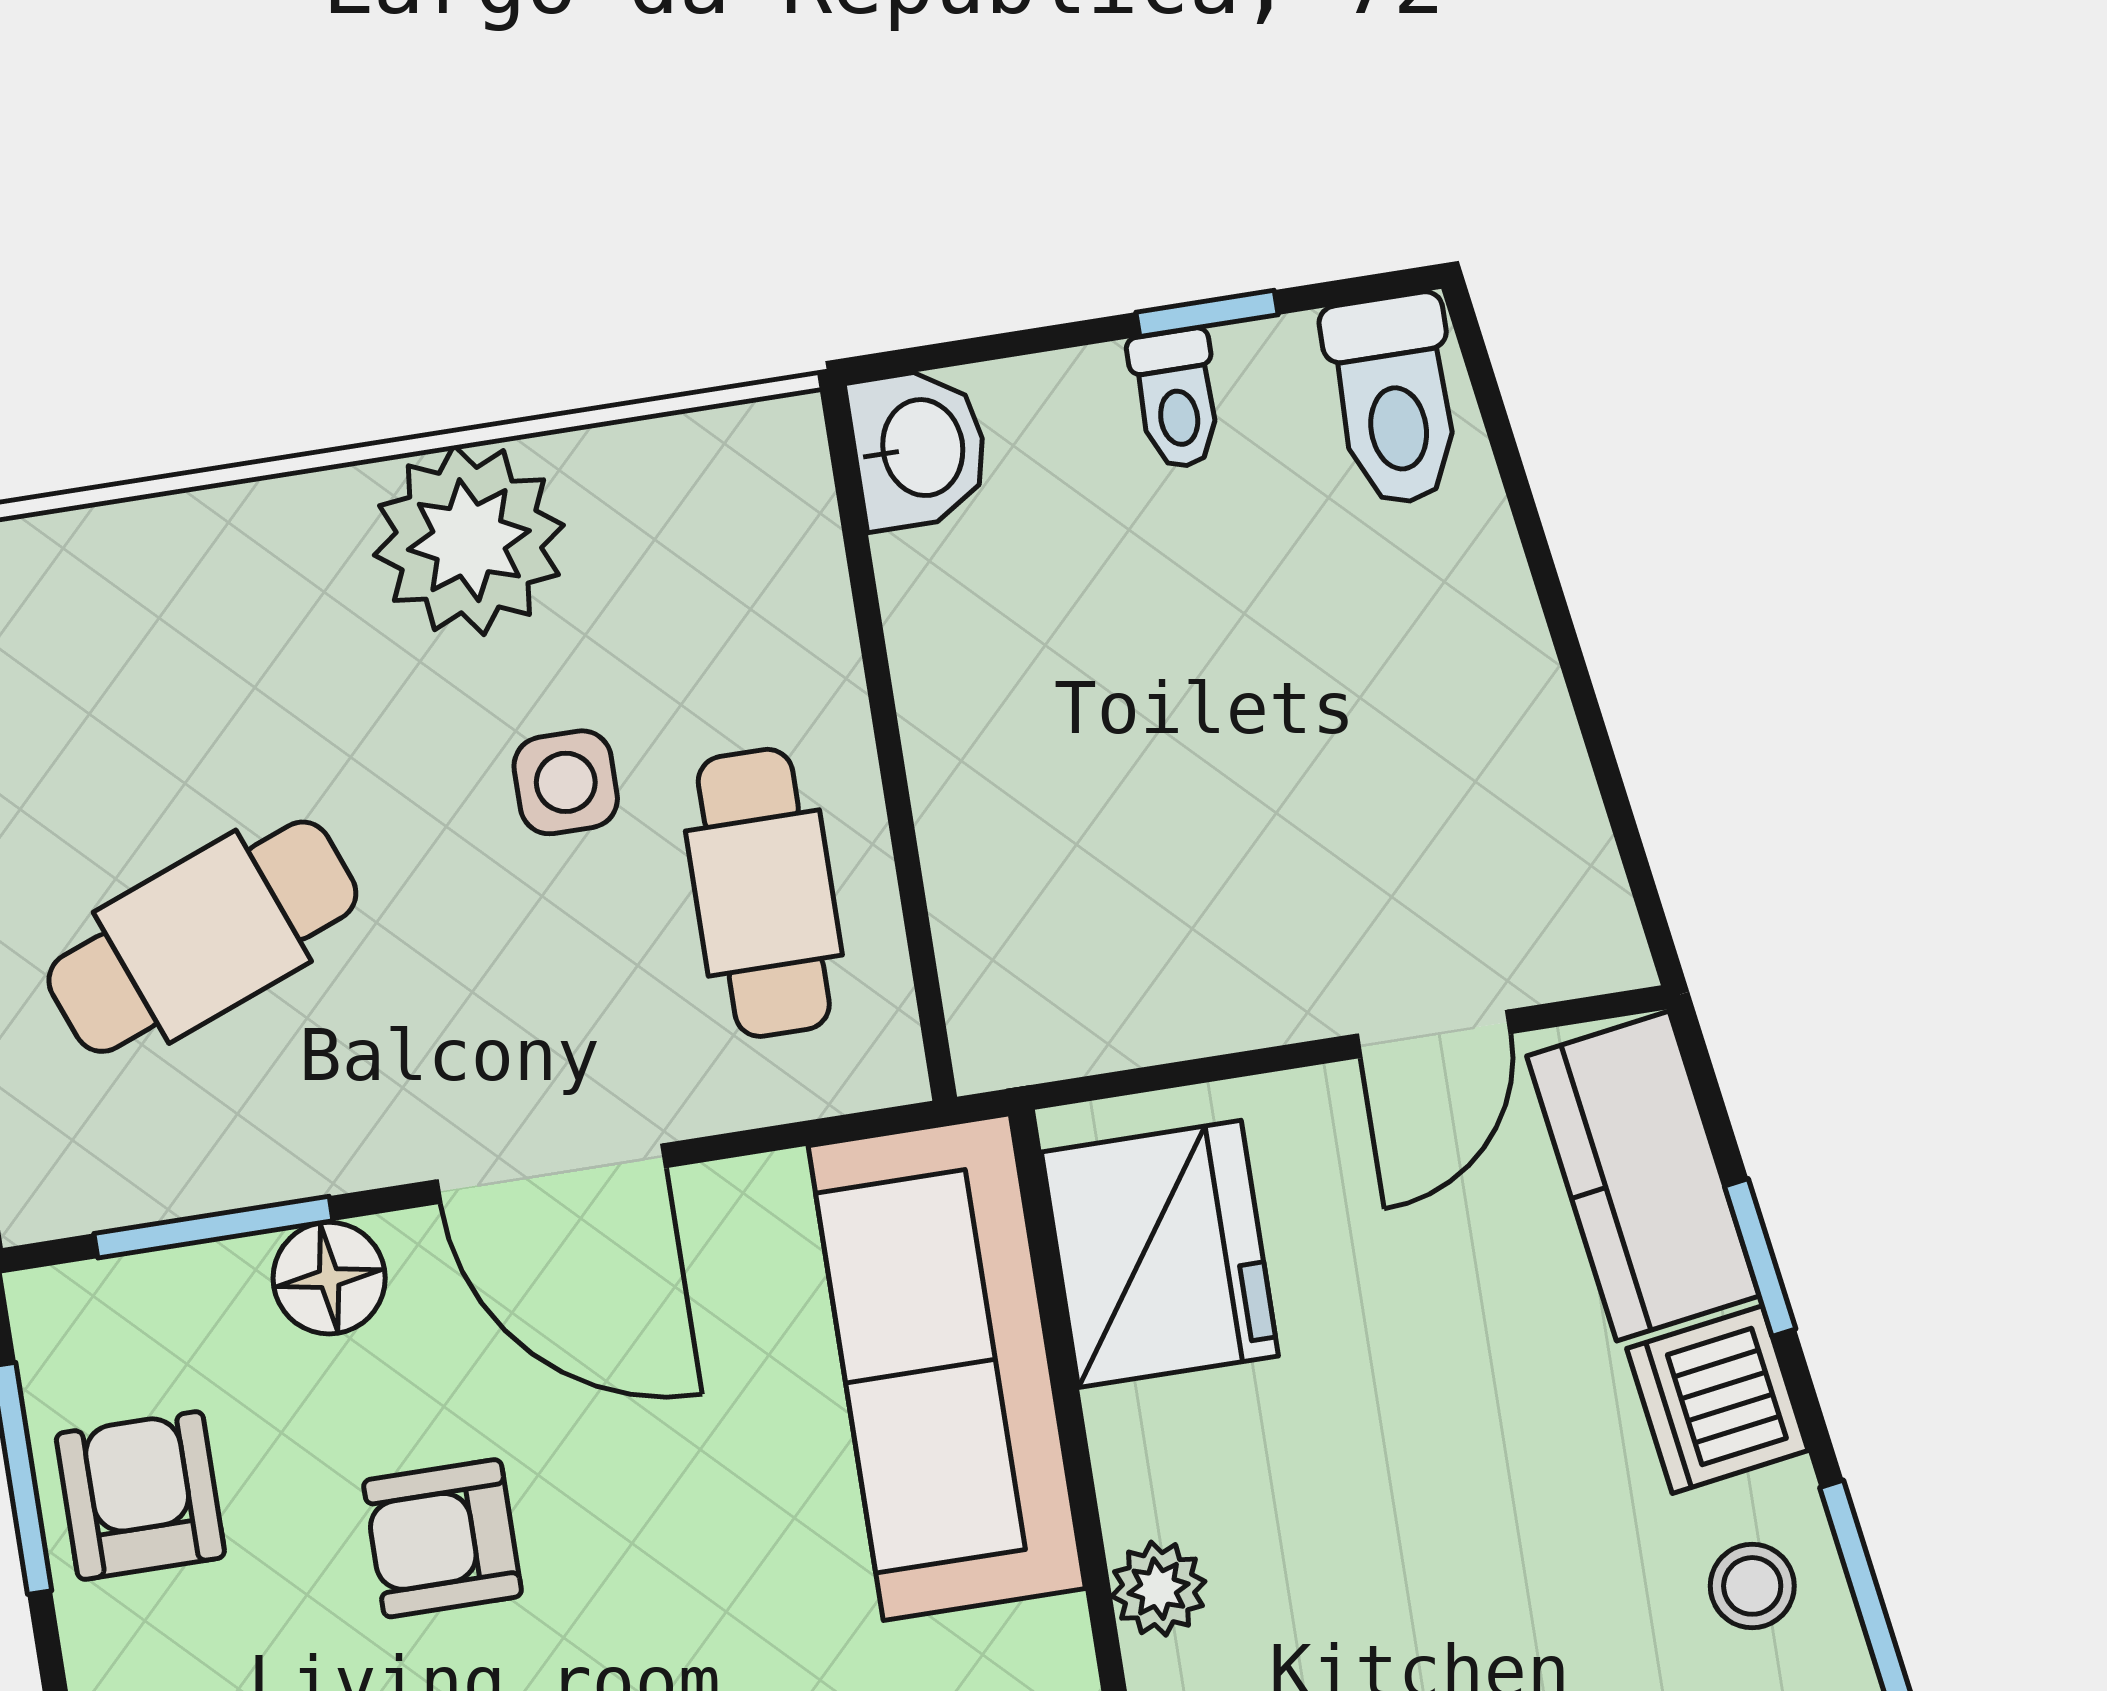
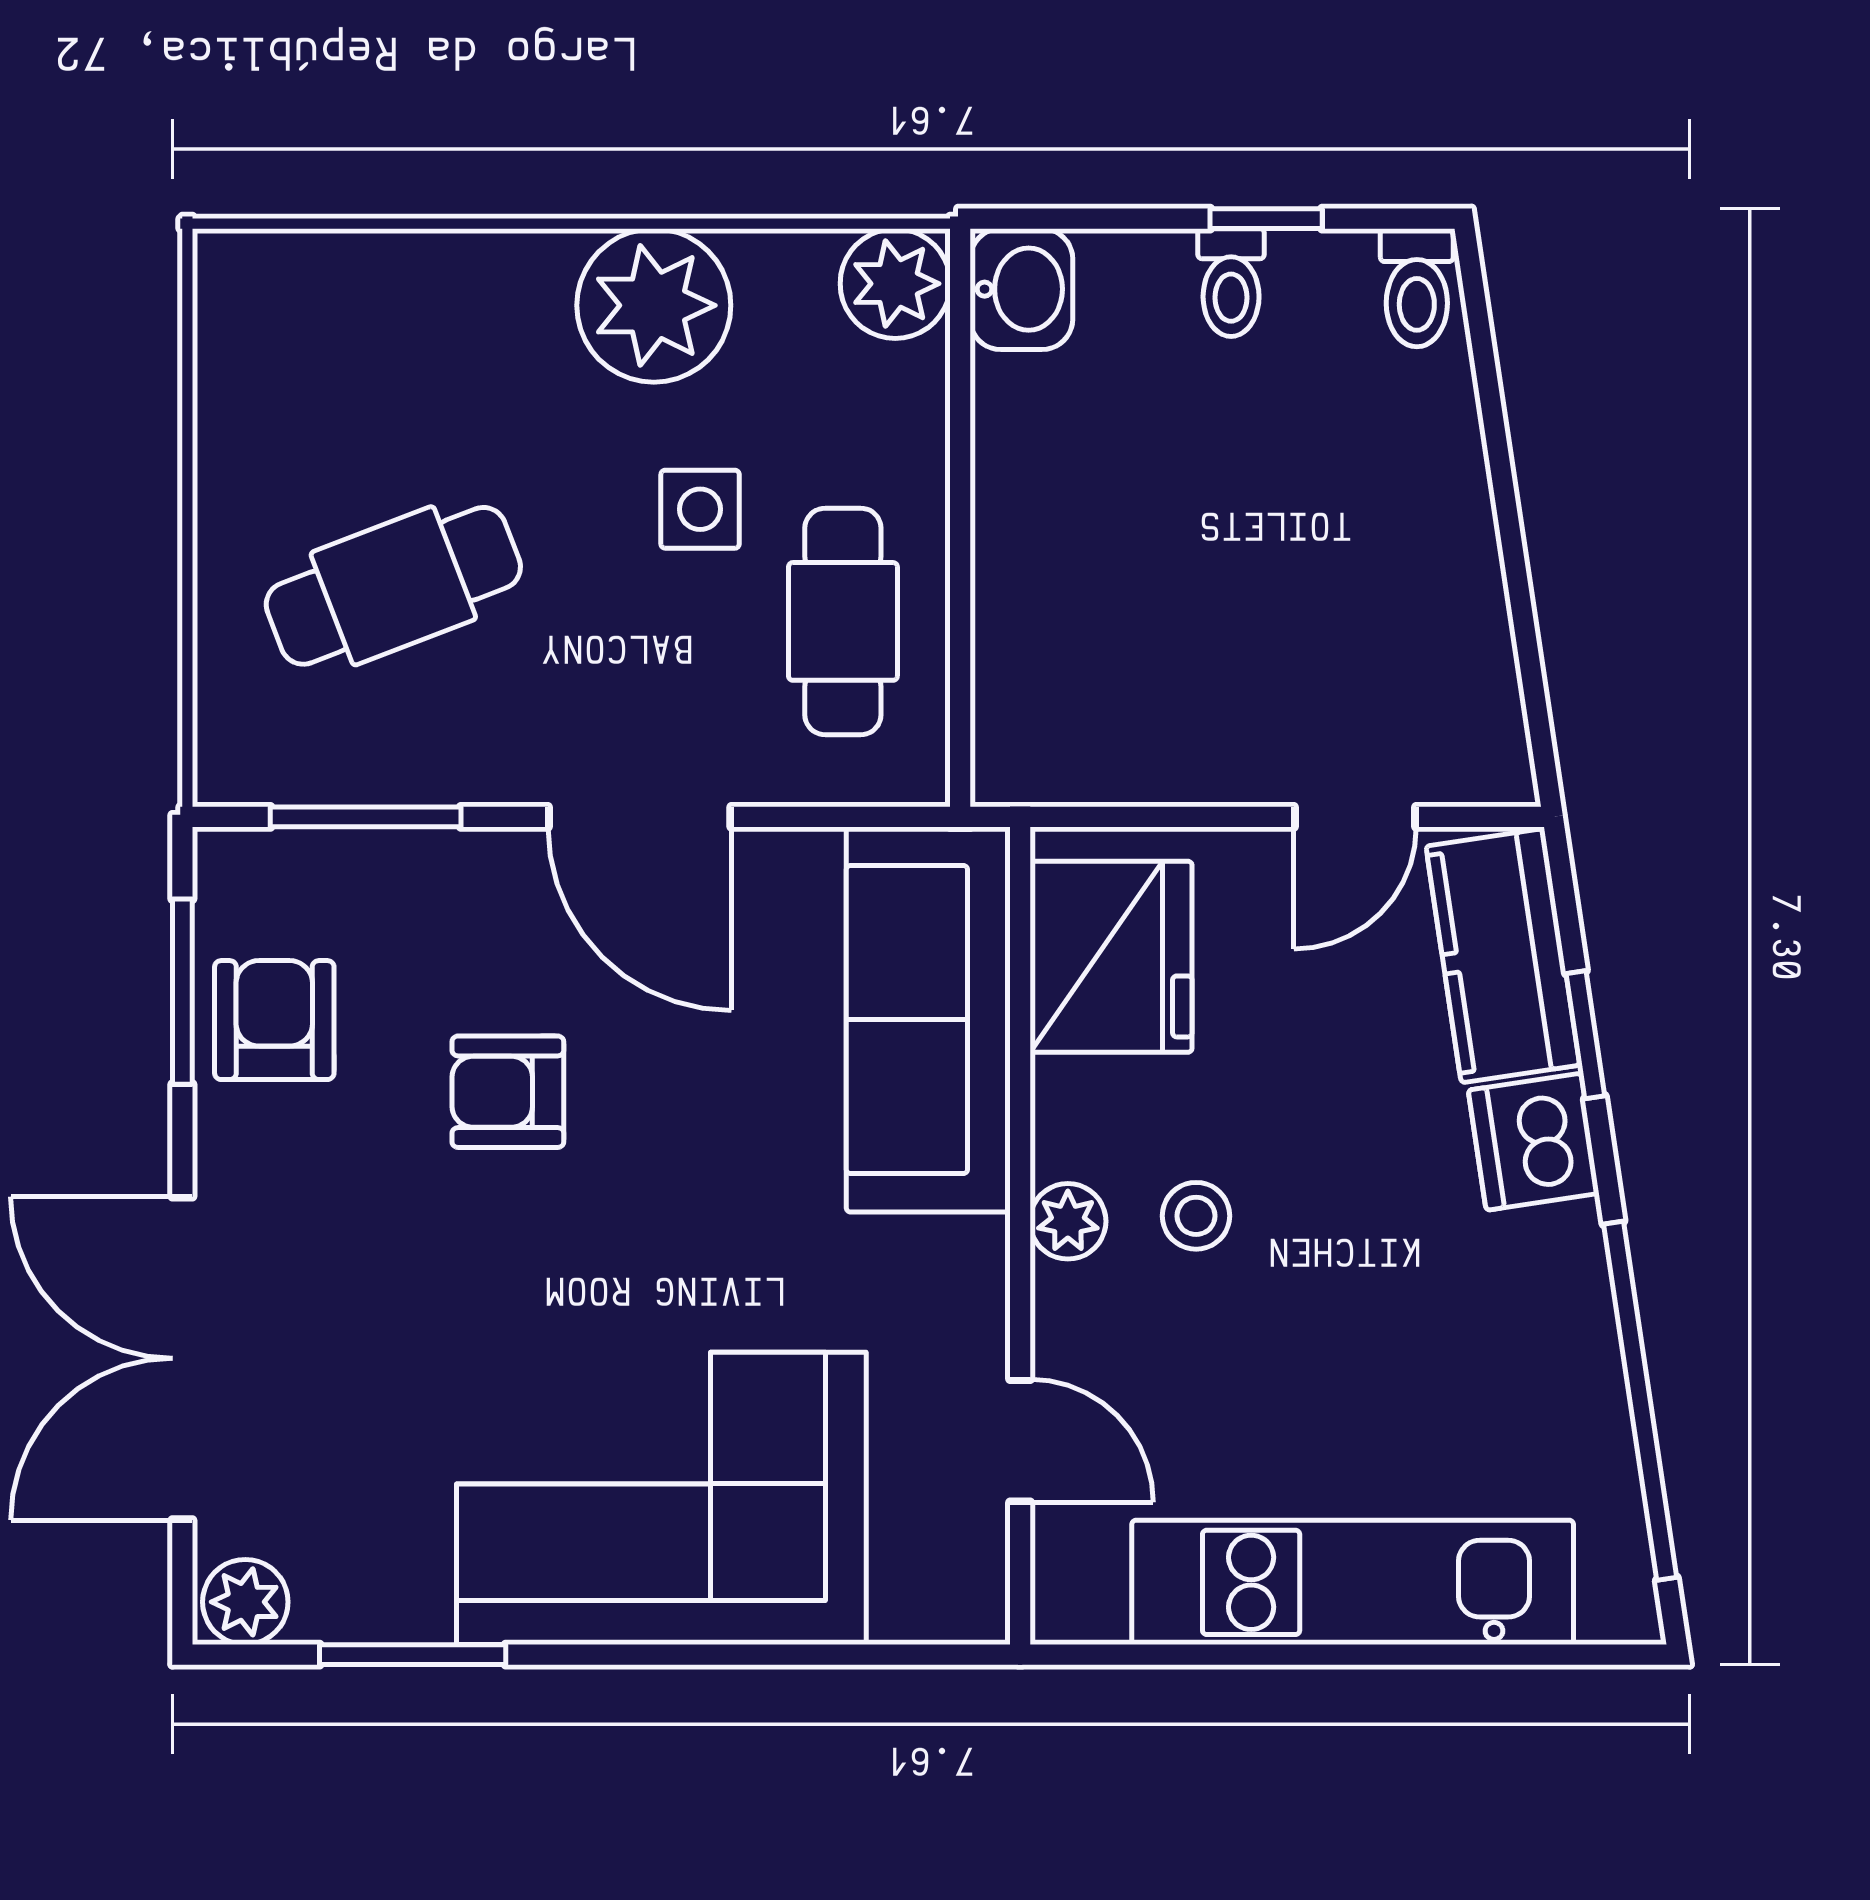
toilet: (1394, 400) -> (1417, 288), width x0.73, depth x0.72
plant: (762, 466) -> (895, 284), added
floor lamp: (329, 1278) -> (451, 872), removed
stool: (1752, 1586) -> (1196, 1216), moved

